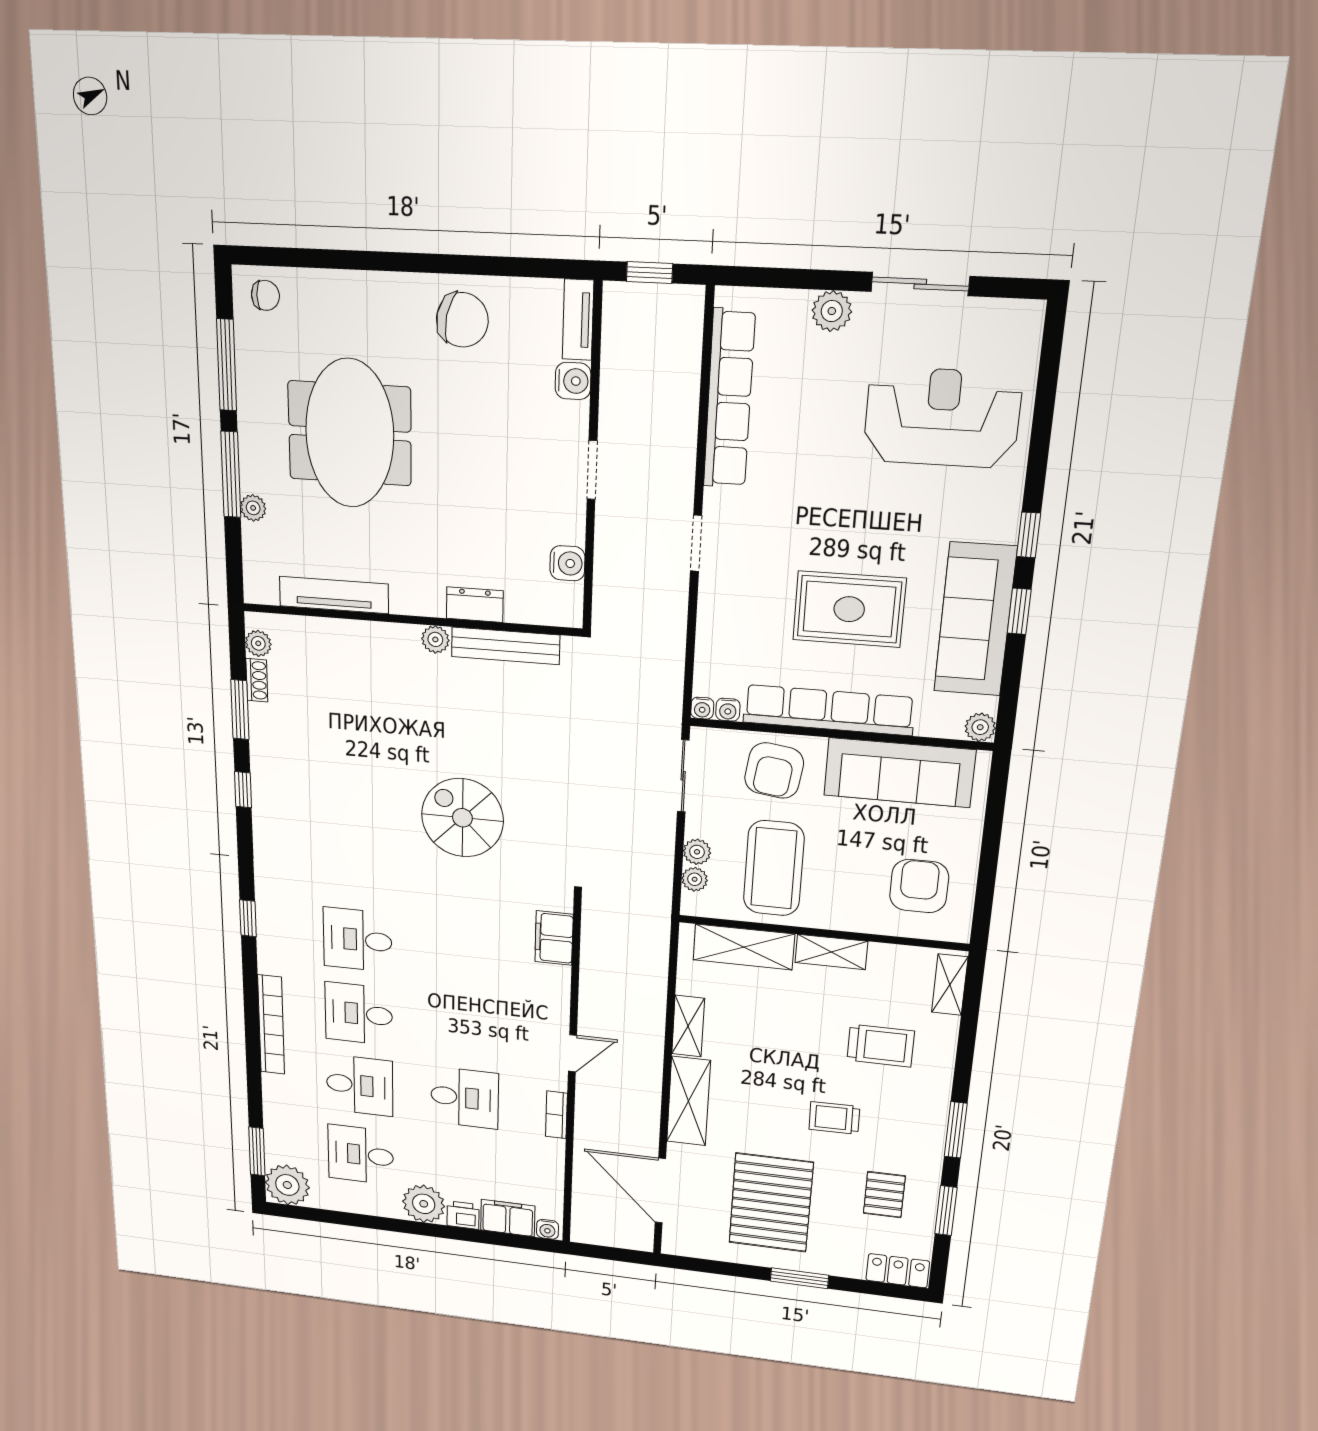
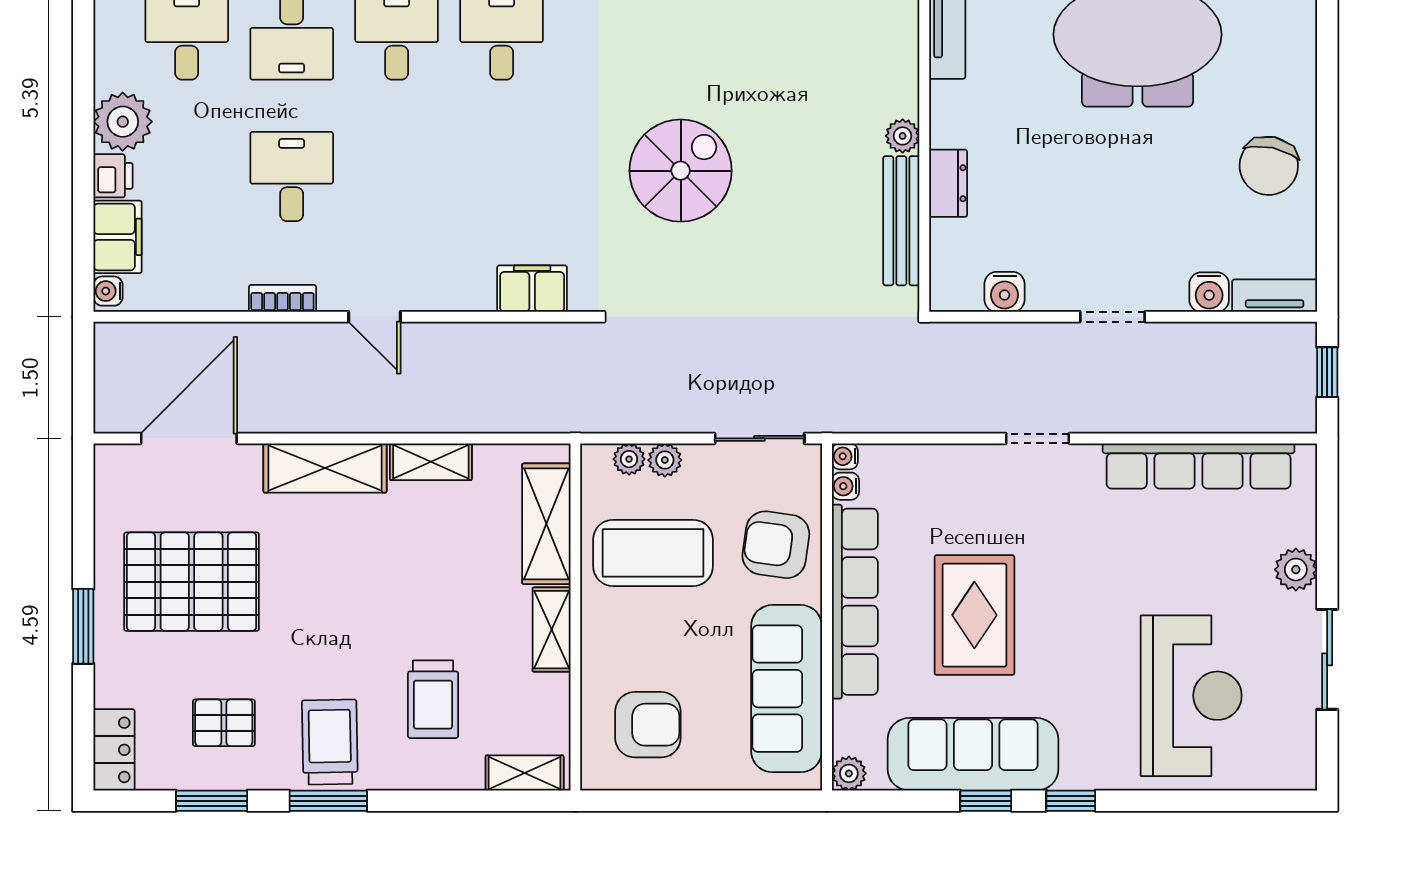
desk: (465, 1098) -> (292, 176), turned 180
trolley: (834, 1118) -> (330, 742), moved, width x1.36, depth x1.39

